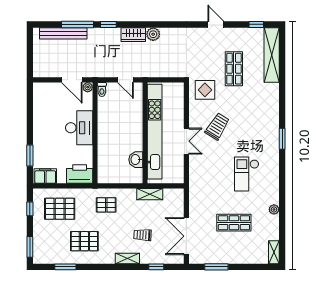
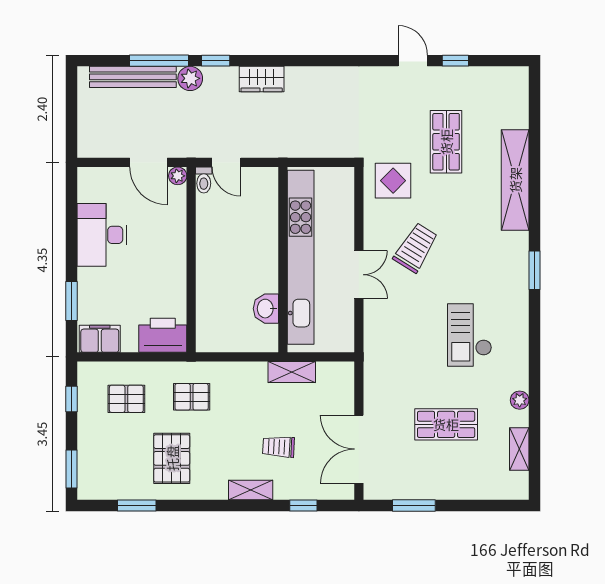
window: (256, 24) -> (455, 61), moved
plant: (153, 34) -> (190, 78), moved
shelving: (272, 55) -> (515, 180), moved
door: (125, 80) -> (226, 162), moved
desk: (79, 128) -> (102, 235), moved, turned 180
pallet: (106, 205) -> (192, 397), moved
pallet: (60, 209) -> (126, 399), width x0.67, depth x0.71
pallet: (84, 241) -> (172, 458), turned 90
shelving: (274, 252) -> (519, 449), moved

